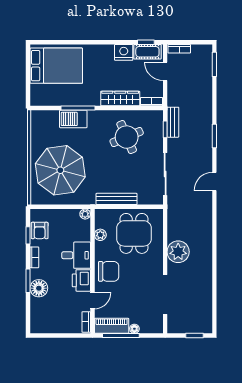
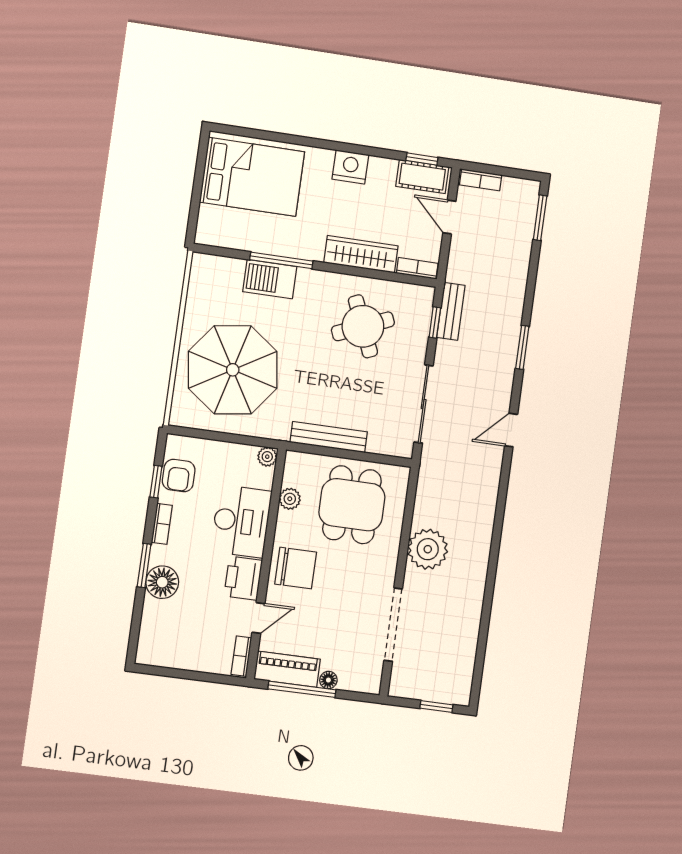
nightstand: (124, 52) -> (350, 167), moved
desk: (76, 255) -> (241, 521), width x1.37

